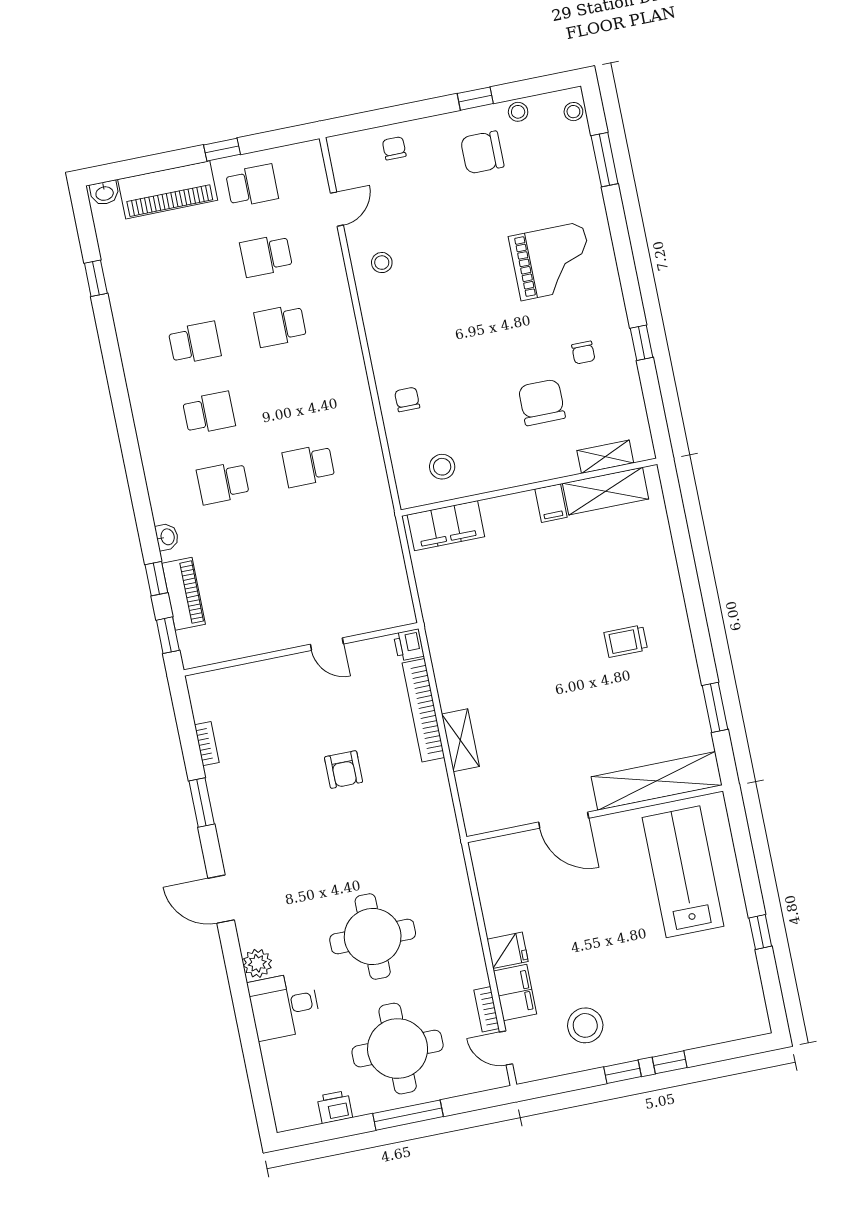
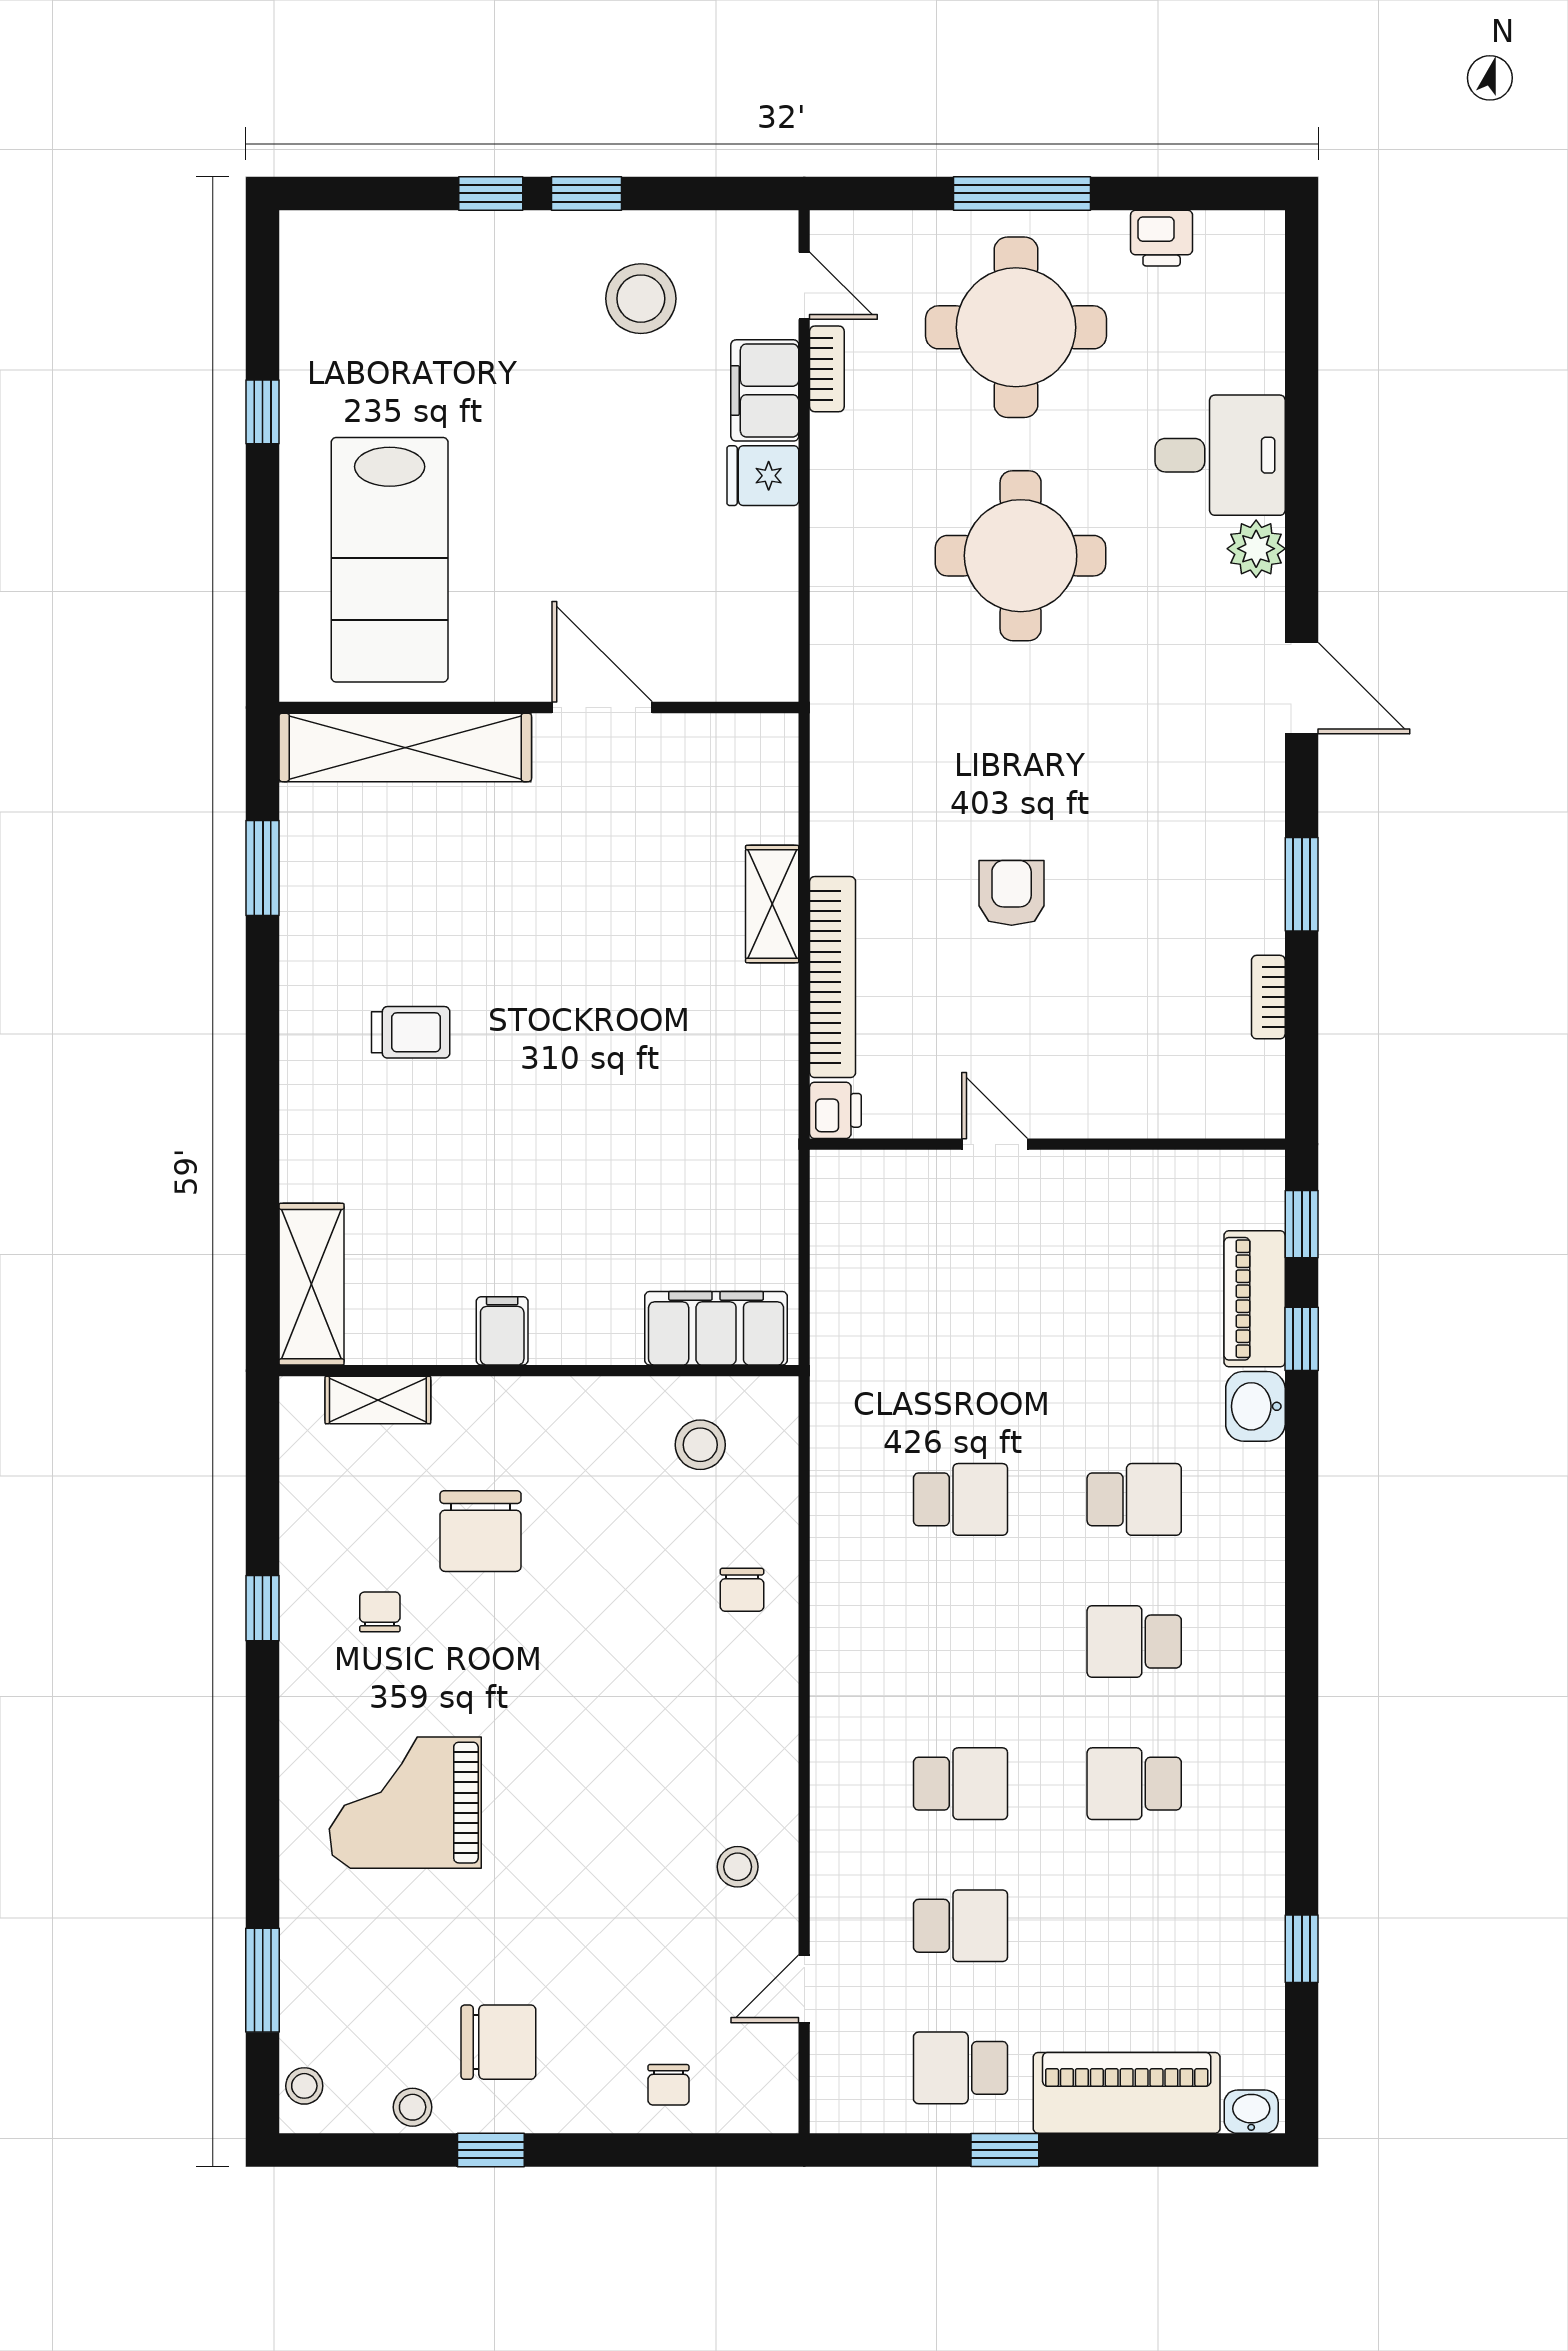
shelving: (606, 491) -> (312, 1284), moved, turned 90
washbasin: (167, 537) -> (1255, 1406), width x1.38, depth x1.45

